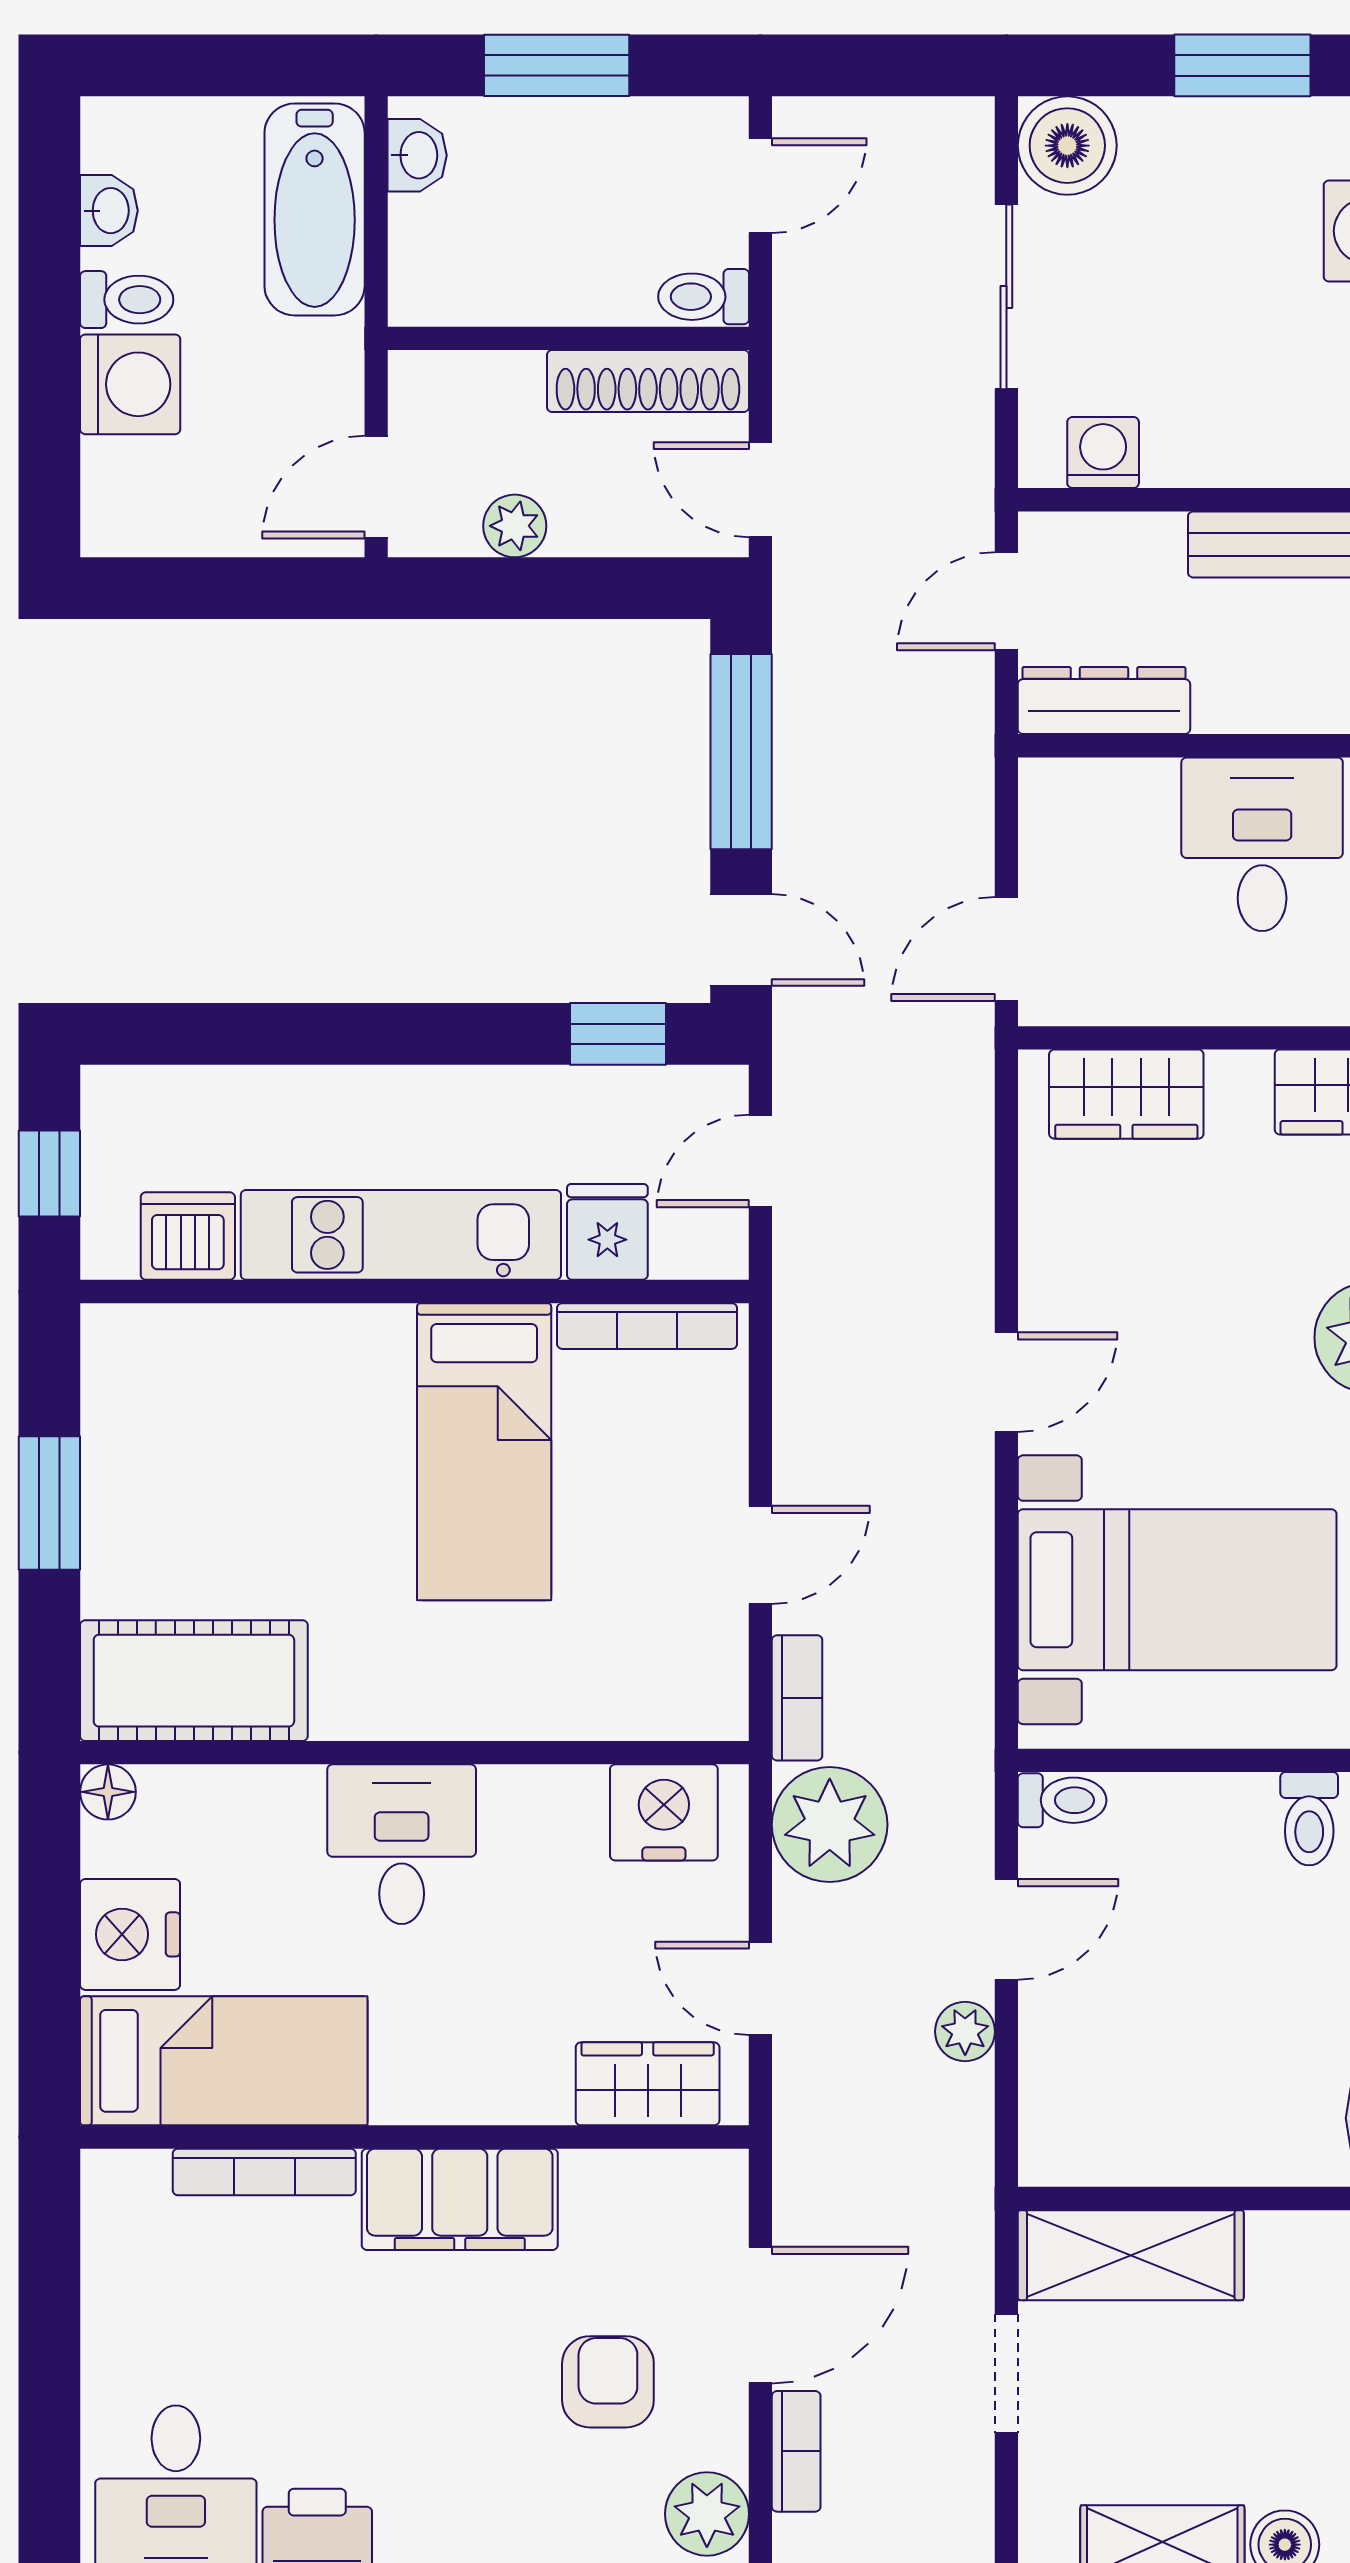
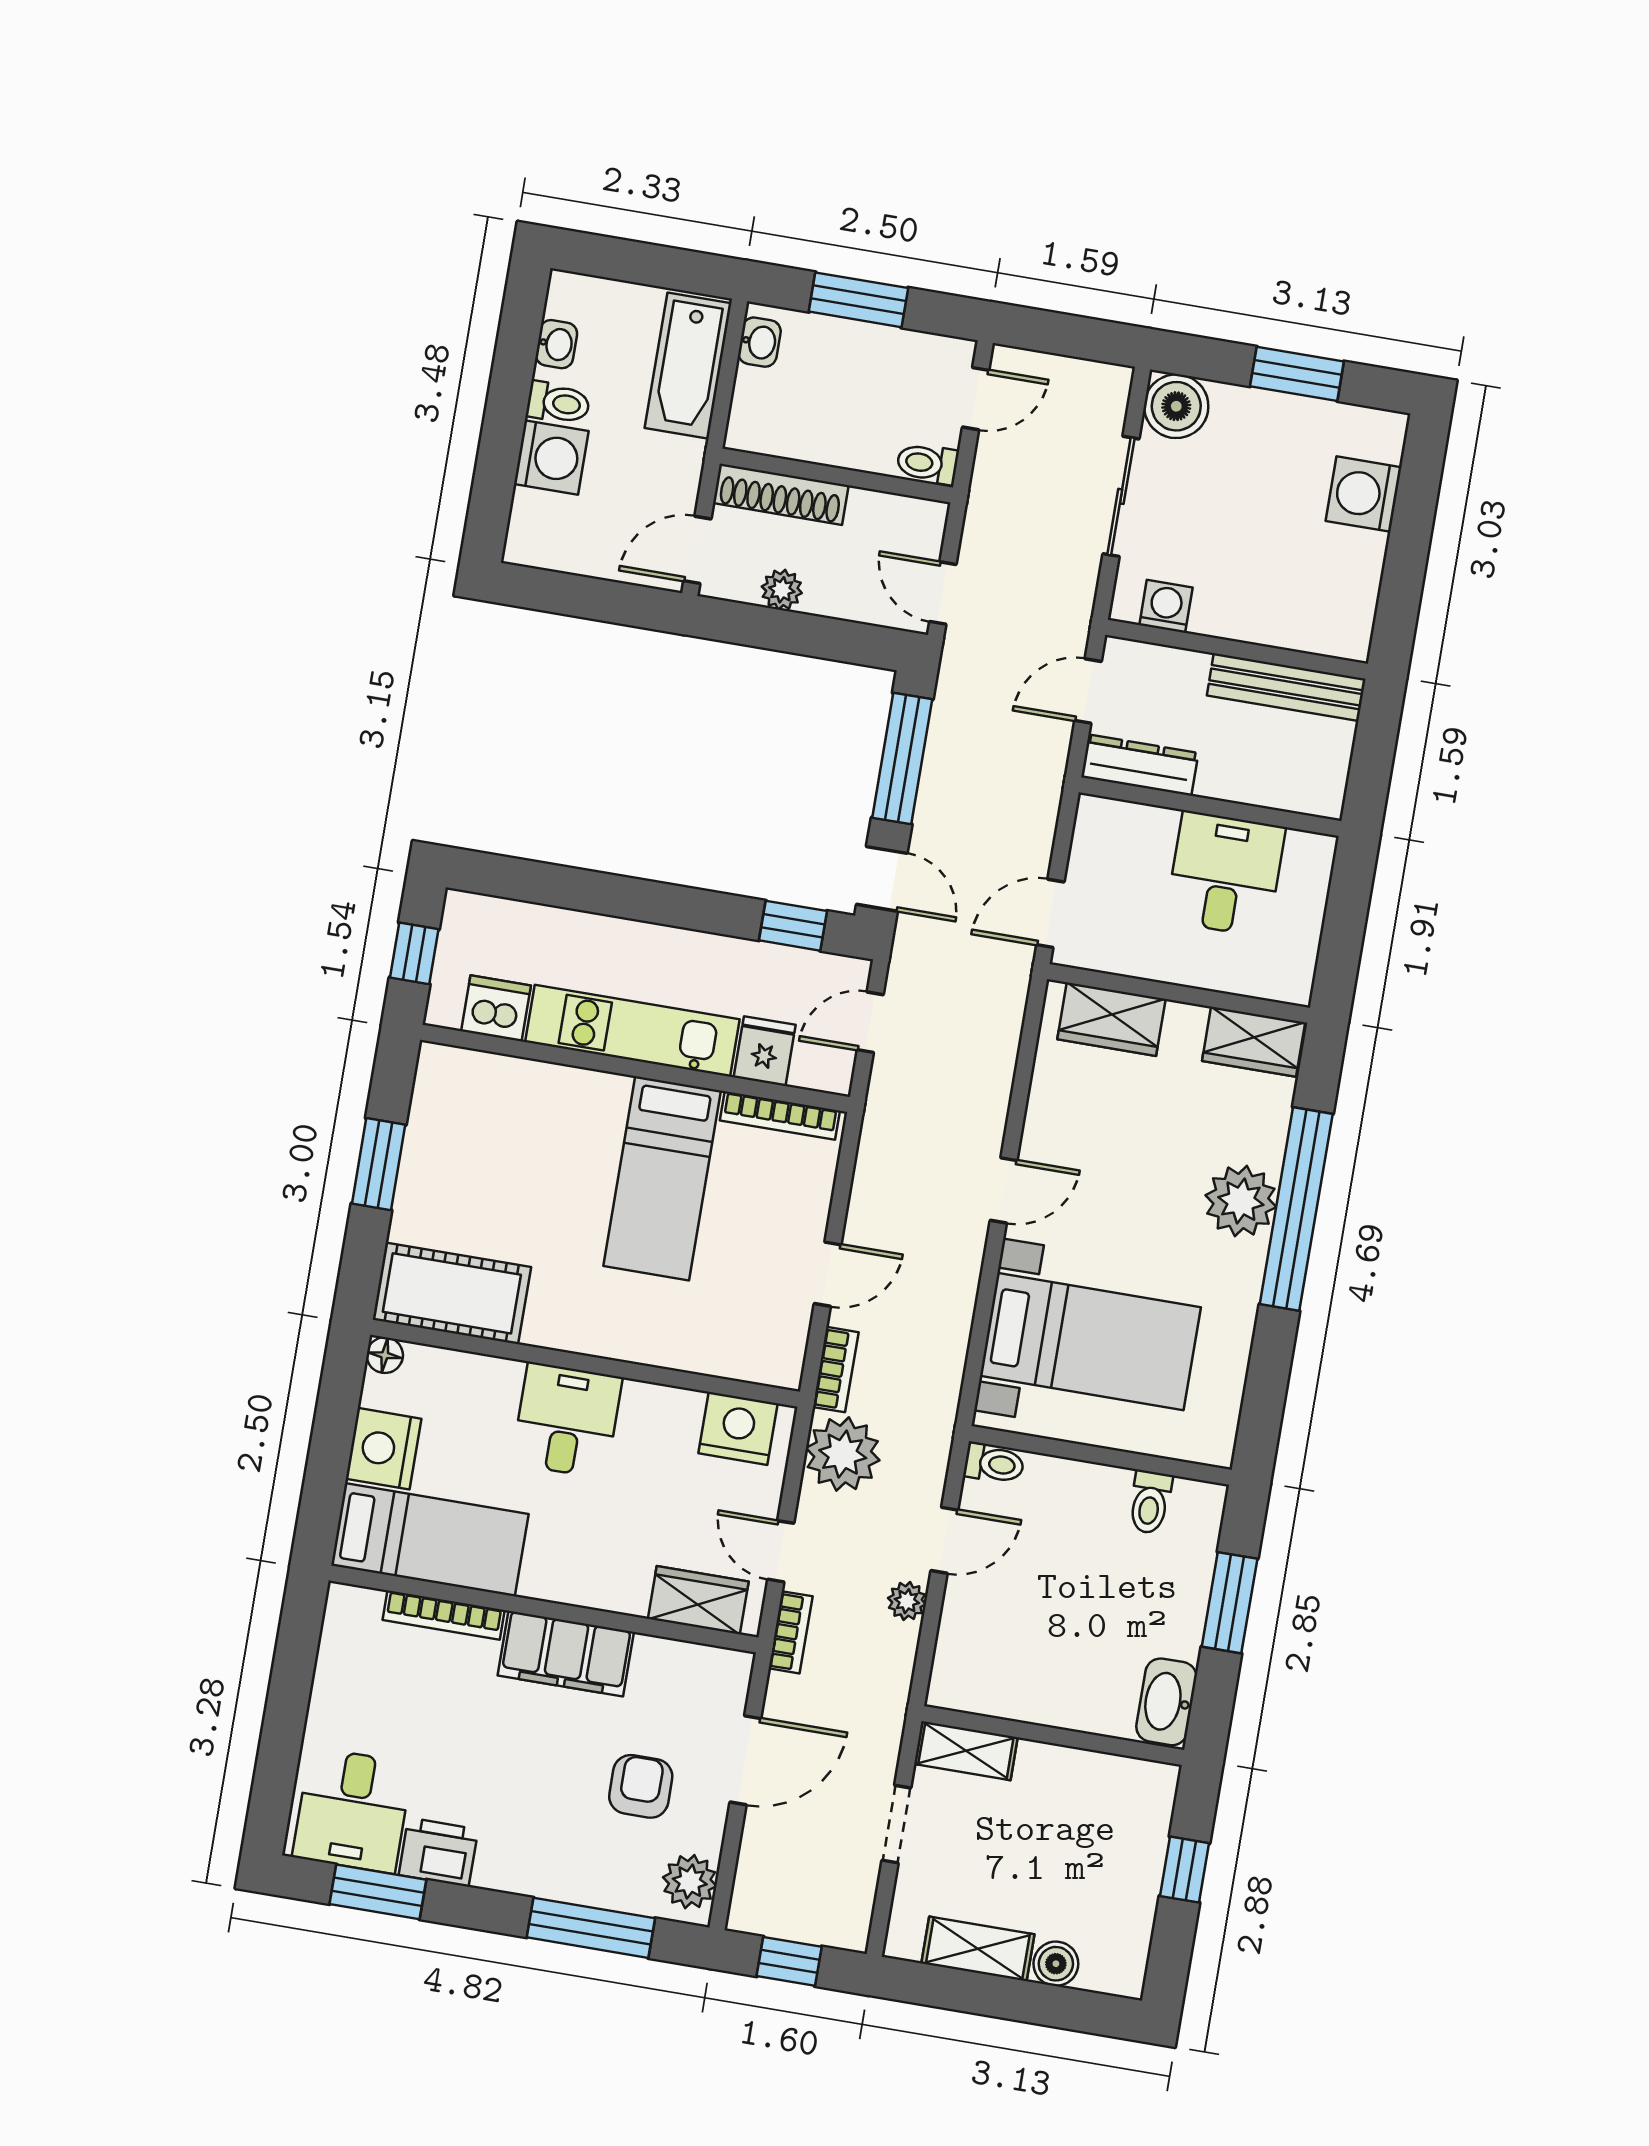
shoe rack: (648, 381) -> (781, 494), moved
shelving: (1131, 2255) -> (966, 1751), width x0.67, depth x0.75
bookcase: (796, 2451) -> (791, 1632), moved

